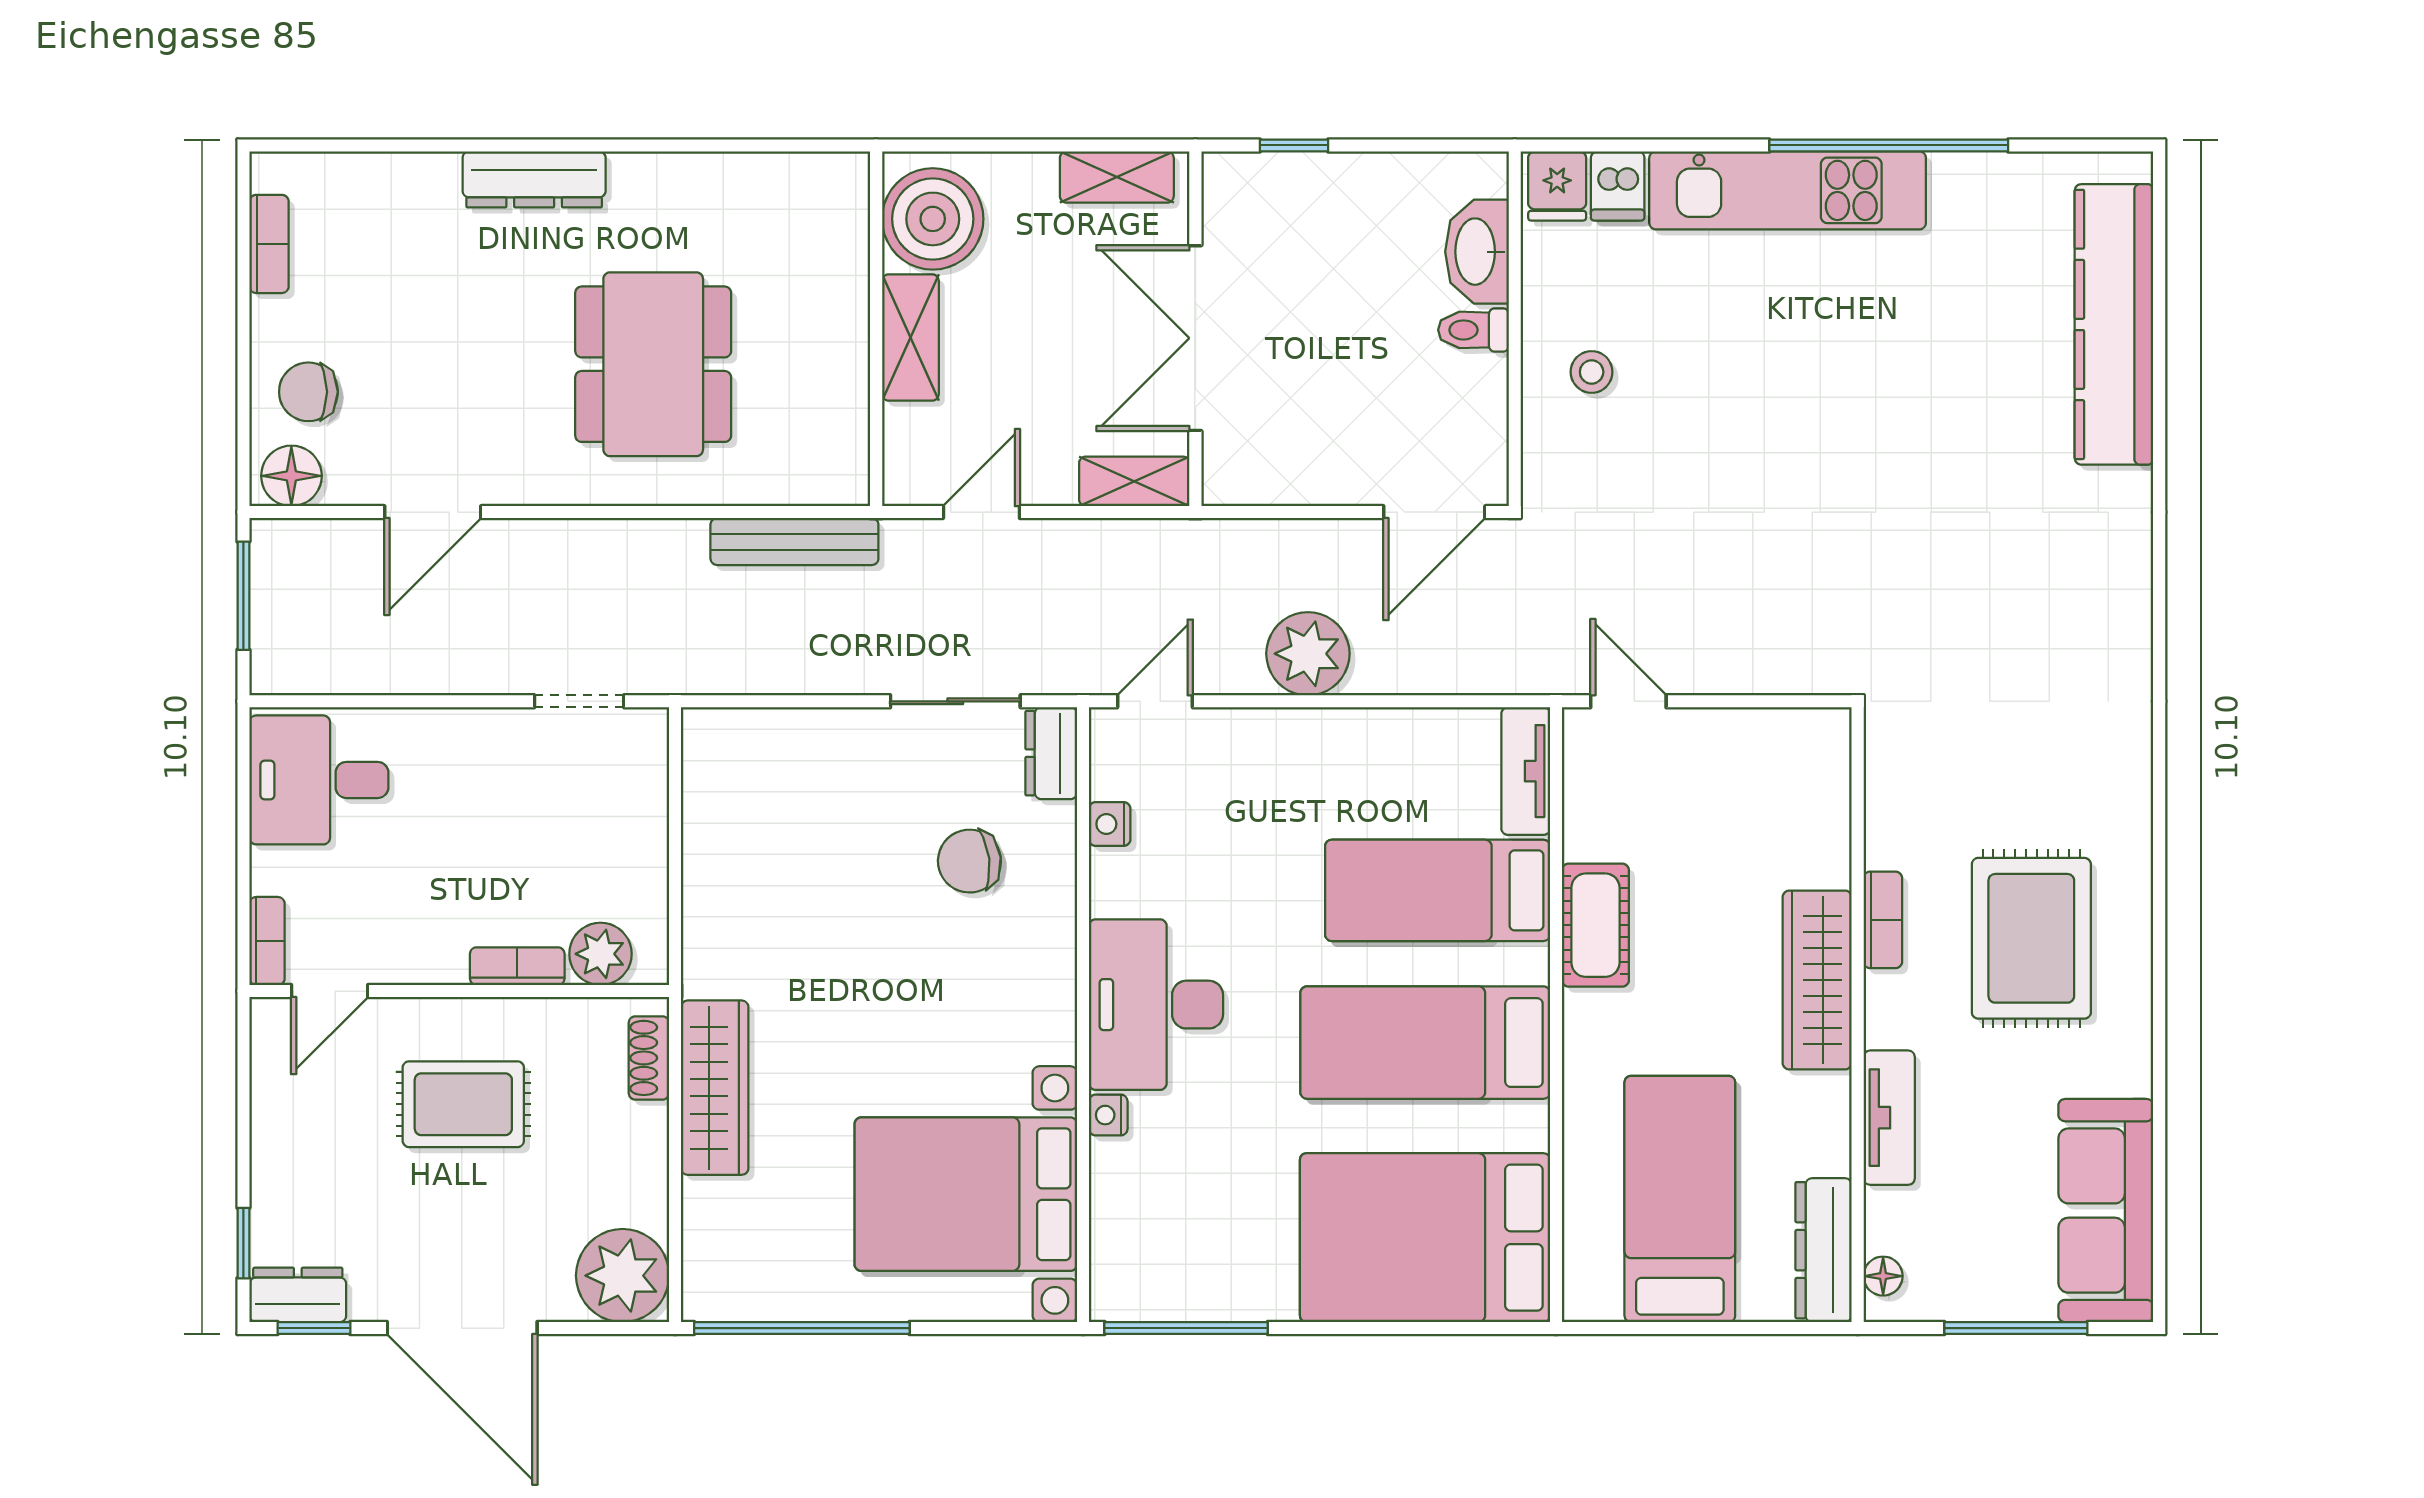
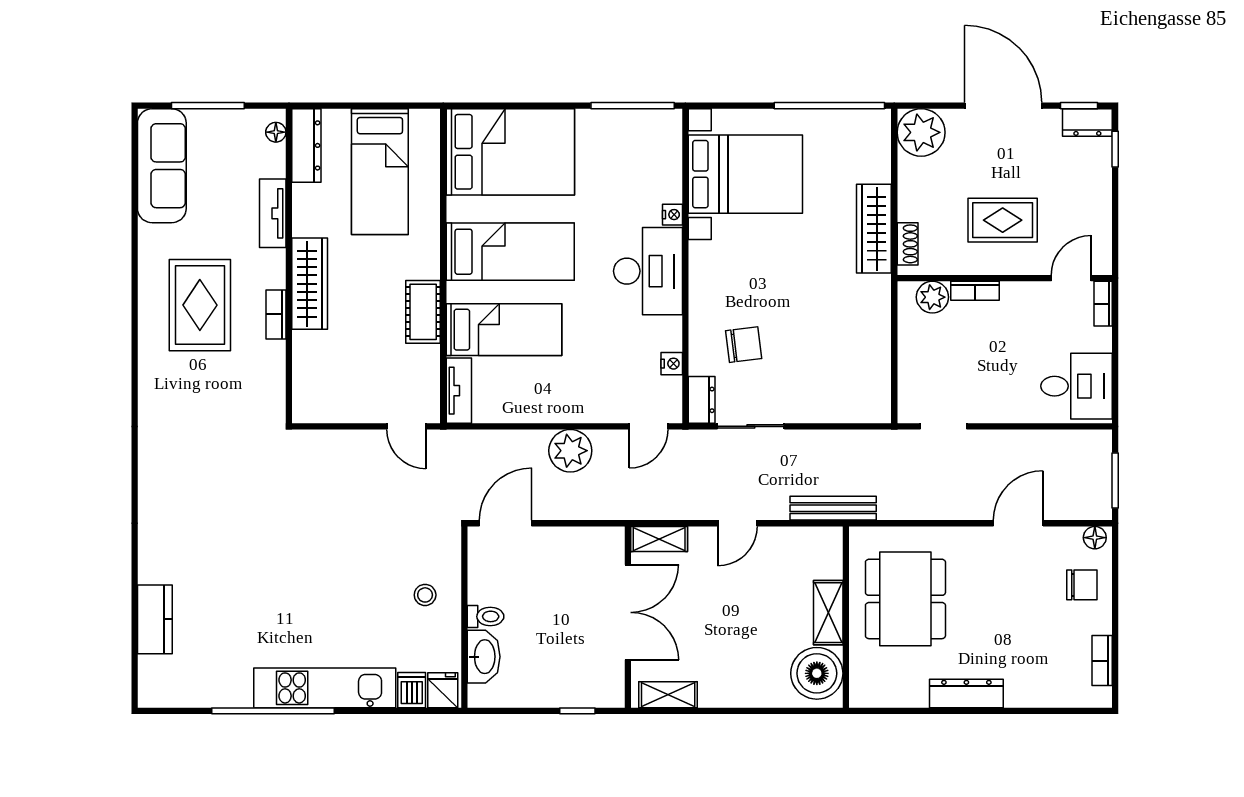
boiler: (933, 219) -> (817, 673), moved
kitchen counter: (2114, 324) -> (155, 619), width x0.48, depth x0.86
wall: (876, 329) -> (846, 617), moved
shelving: (910, 337) -> (828, 613), moved
floor lamp: (291, 476) -> (1095, 538), width x0.73, depth x0.73

